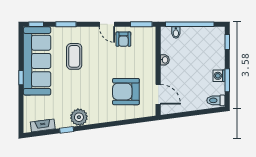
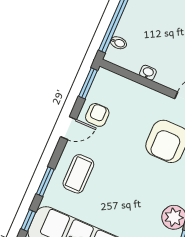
armchair: (123, 39) -> (97, 115), turned -90
coffee table: (74, 56) -> (78, 174), moved, turned 90

